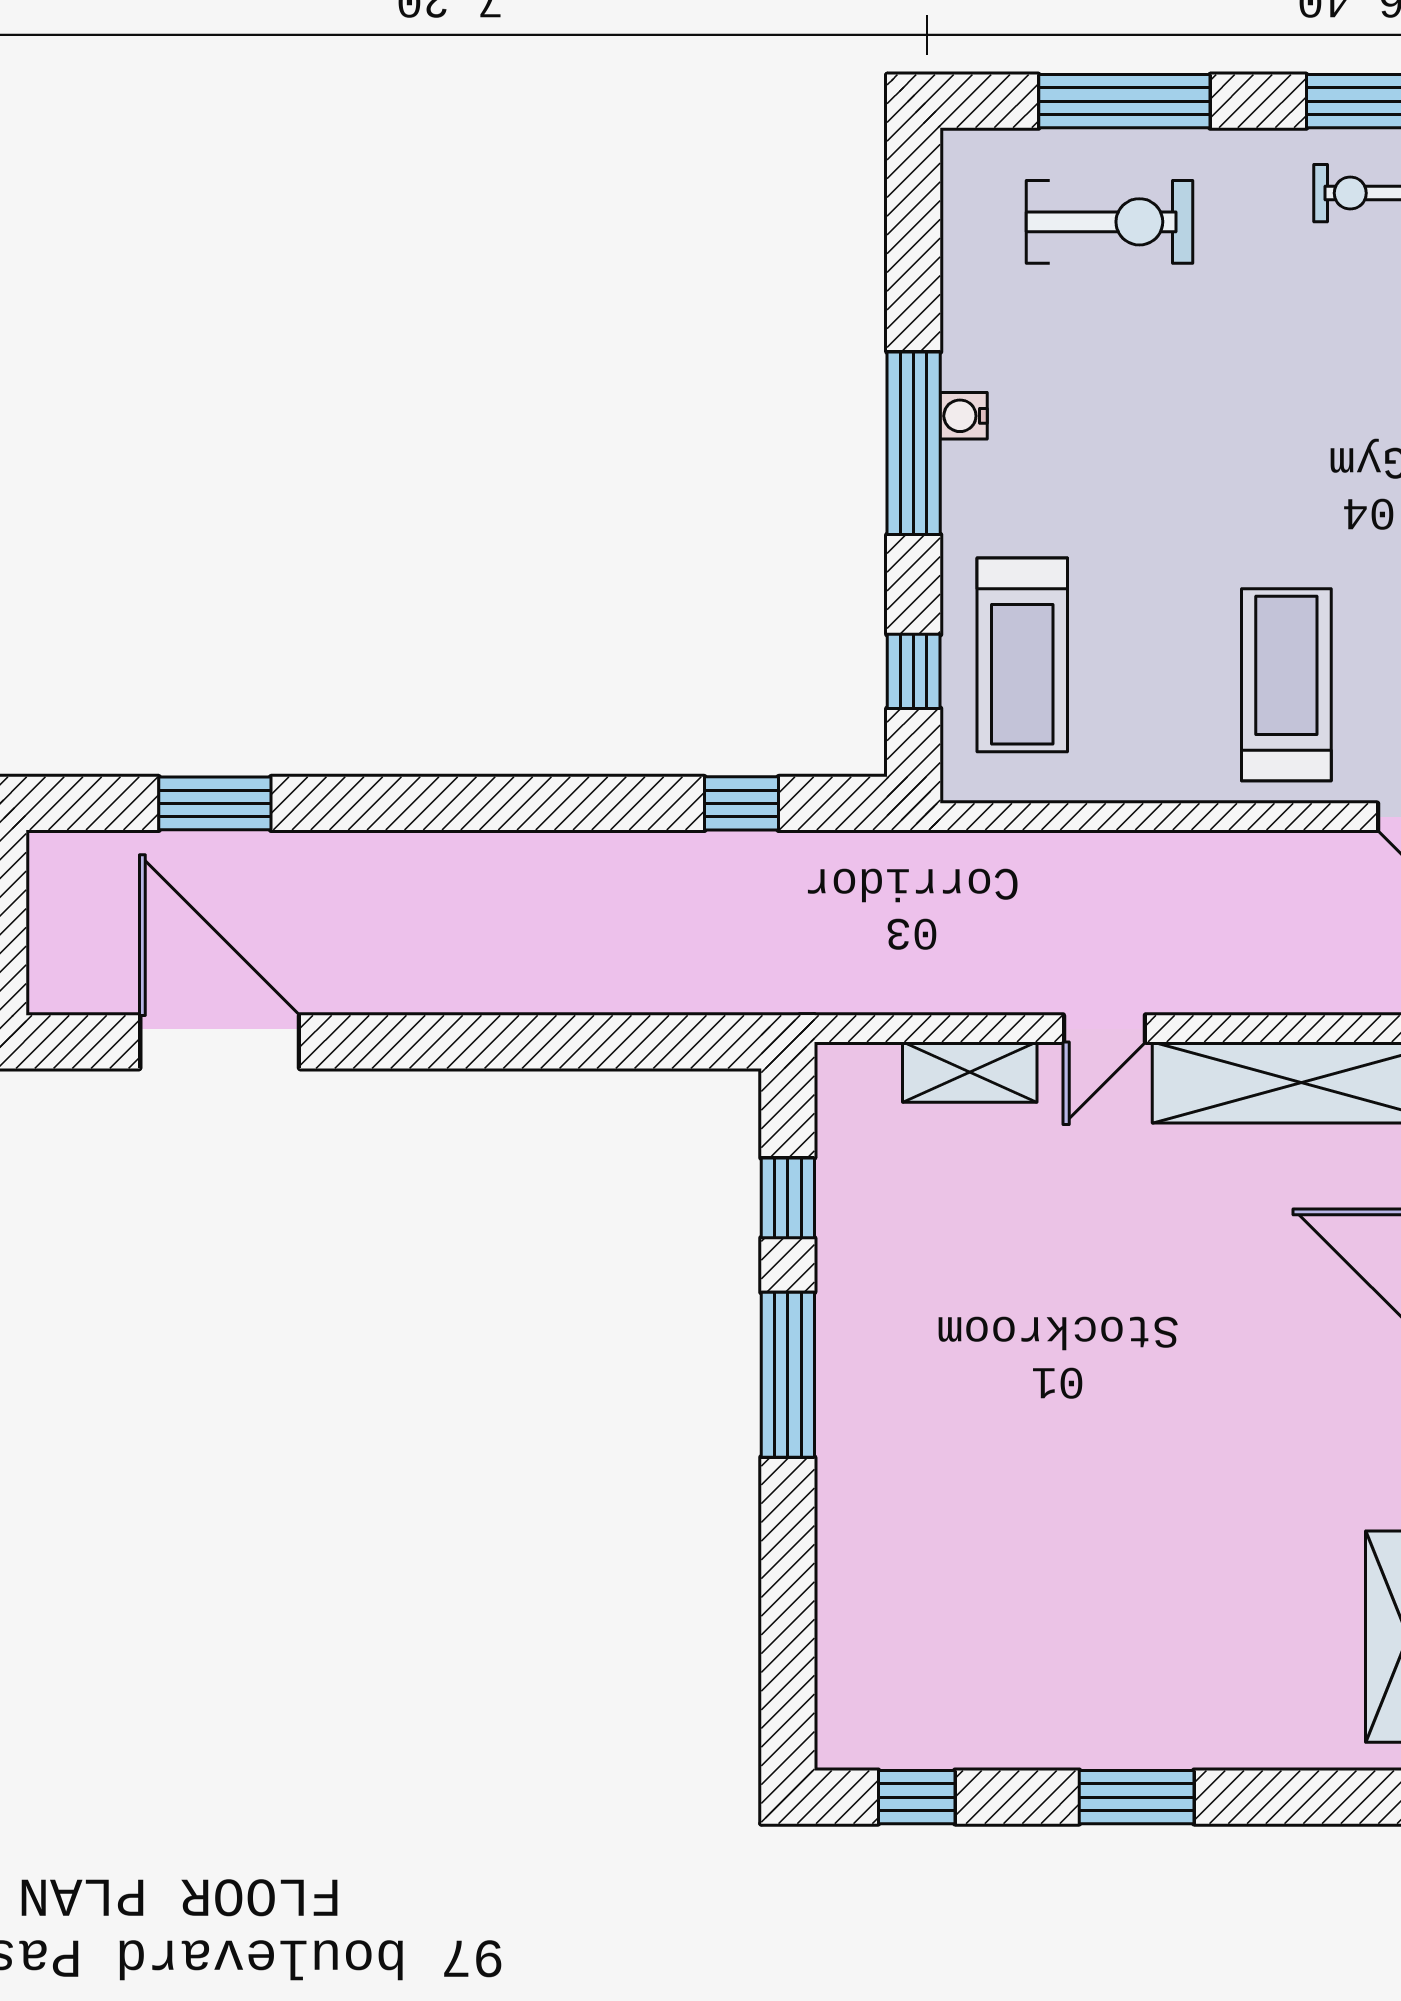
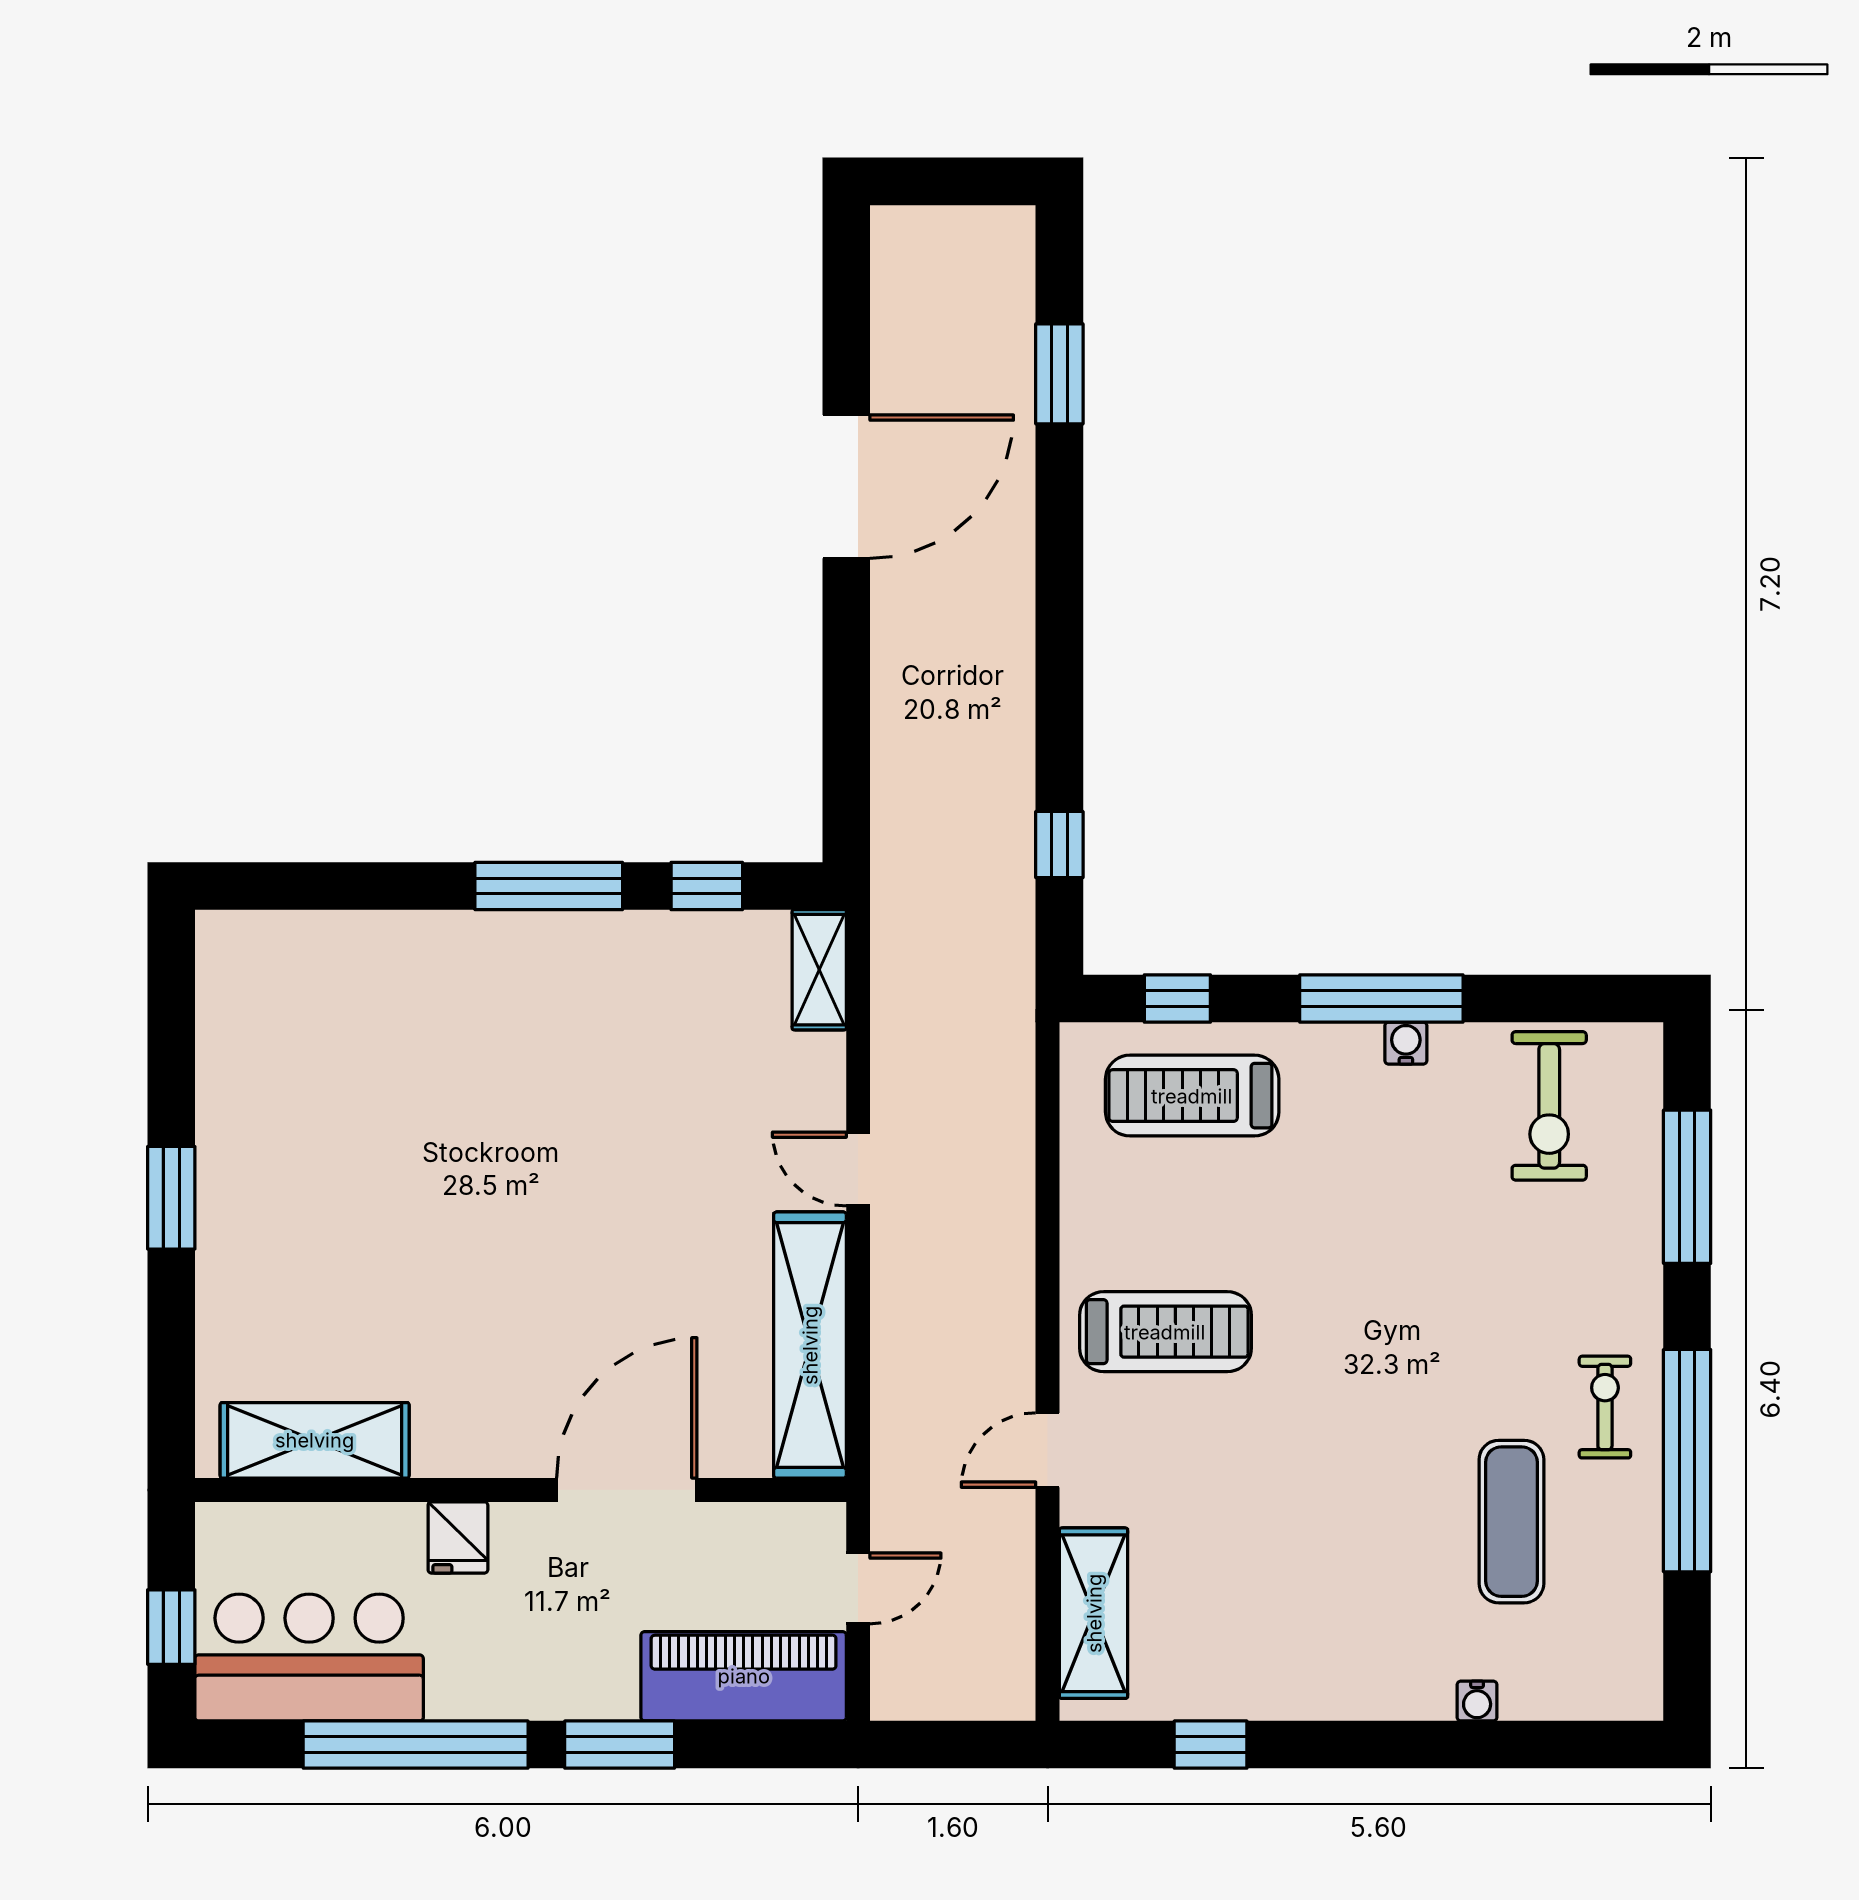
exercise bike: (1109, 222) -> (1549, 1106), moved
door: (220, 1042) -> (846, 487), moved
shelving: (970, 1072) -> (819, 970), moved
window: (917, 1797) -> (171, 1001), removed

